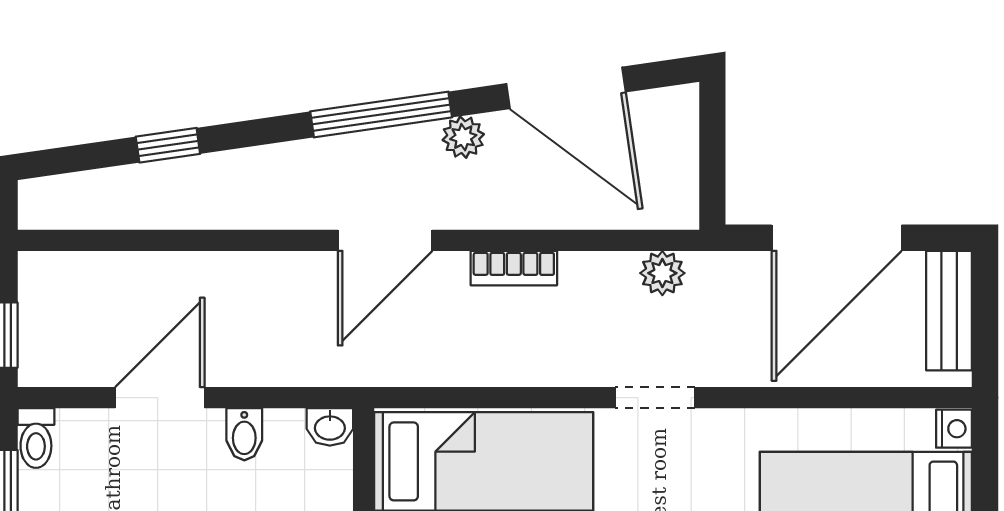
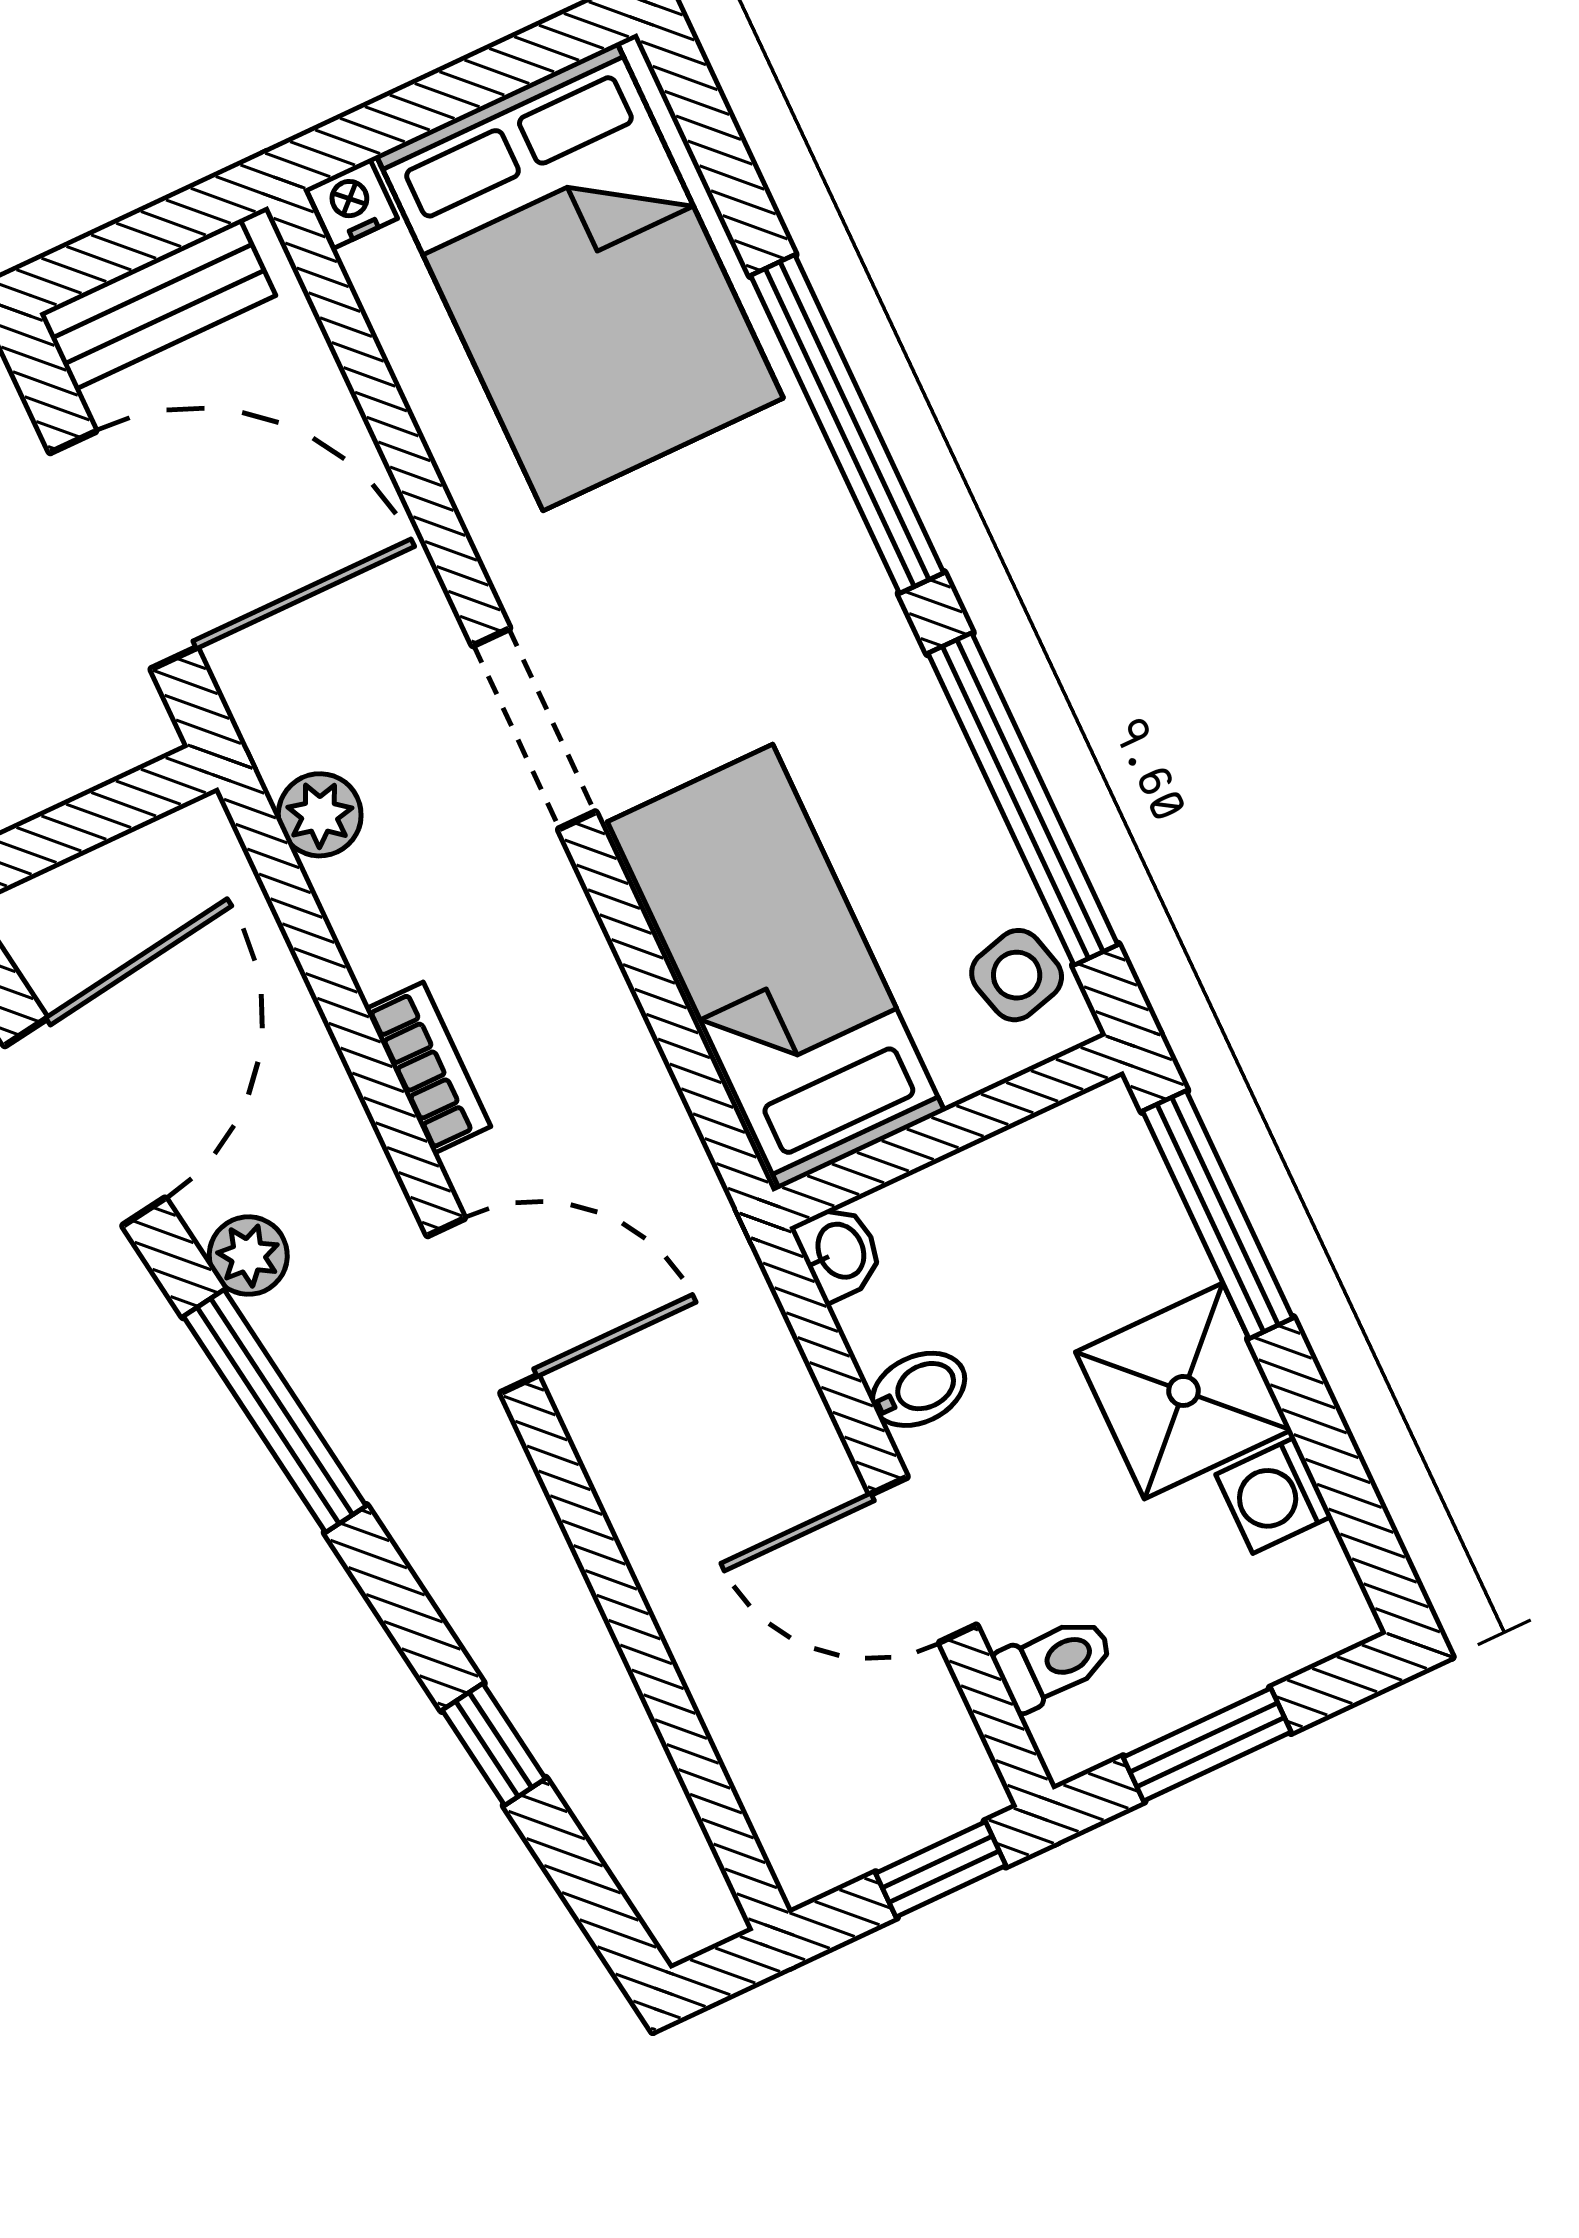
doorway: (655, 398) -> (534, 729), width x1.38
toilet: (36, 438) -> (1054, 1663), moved

